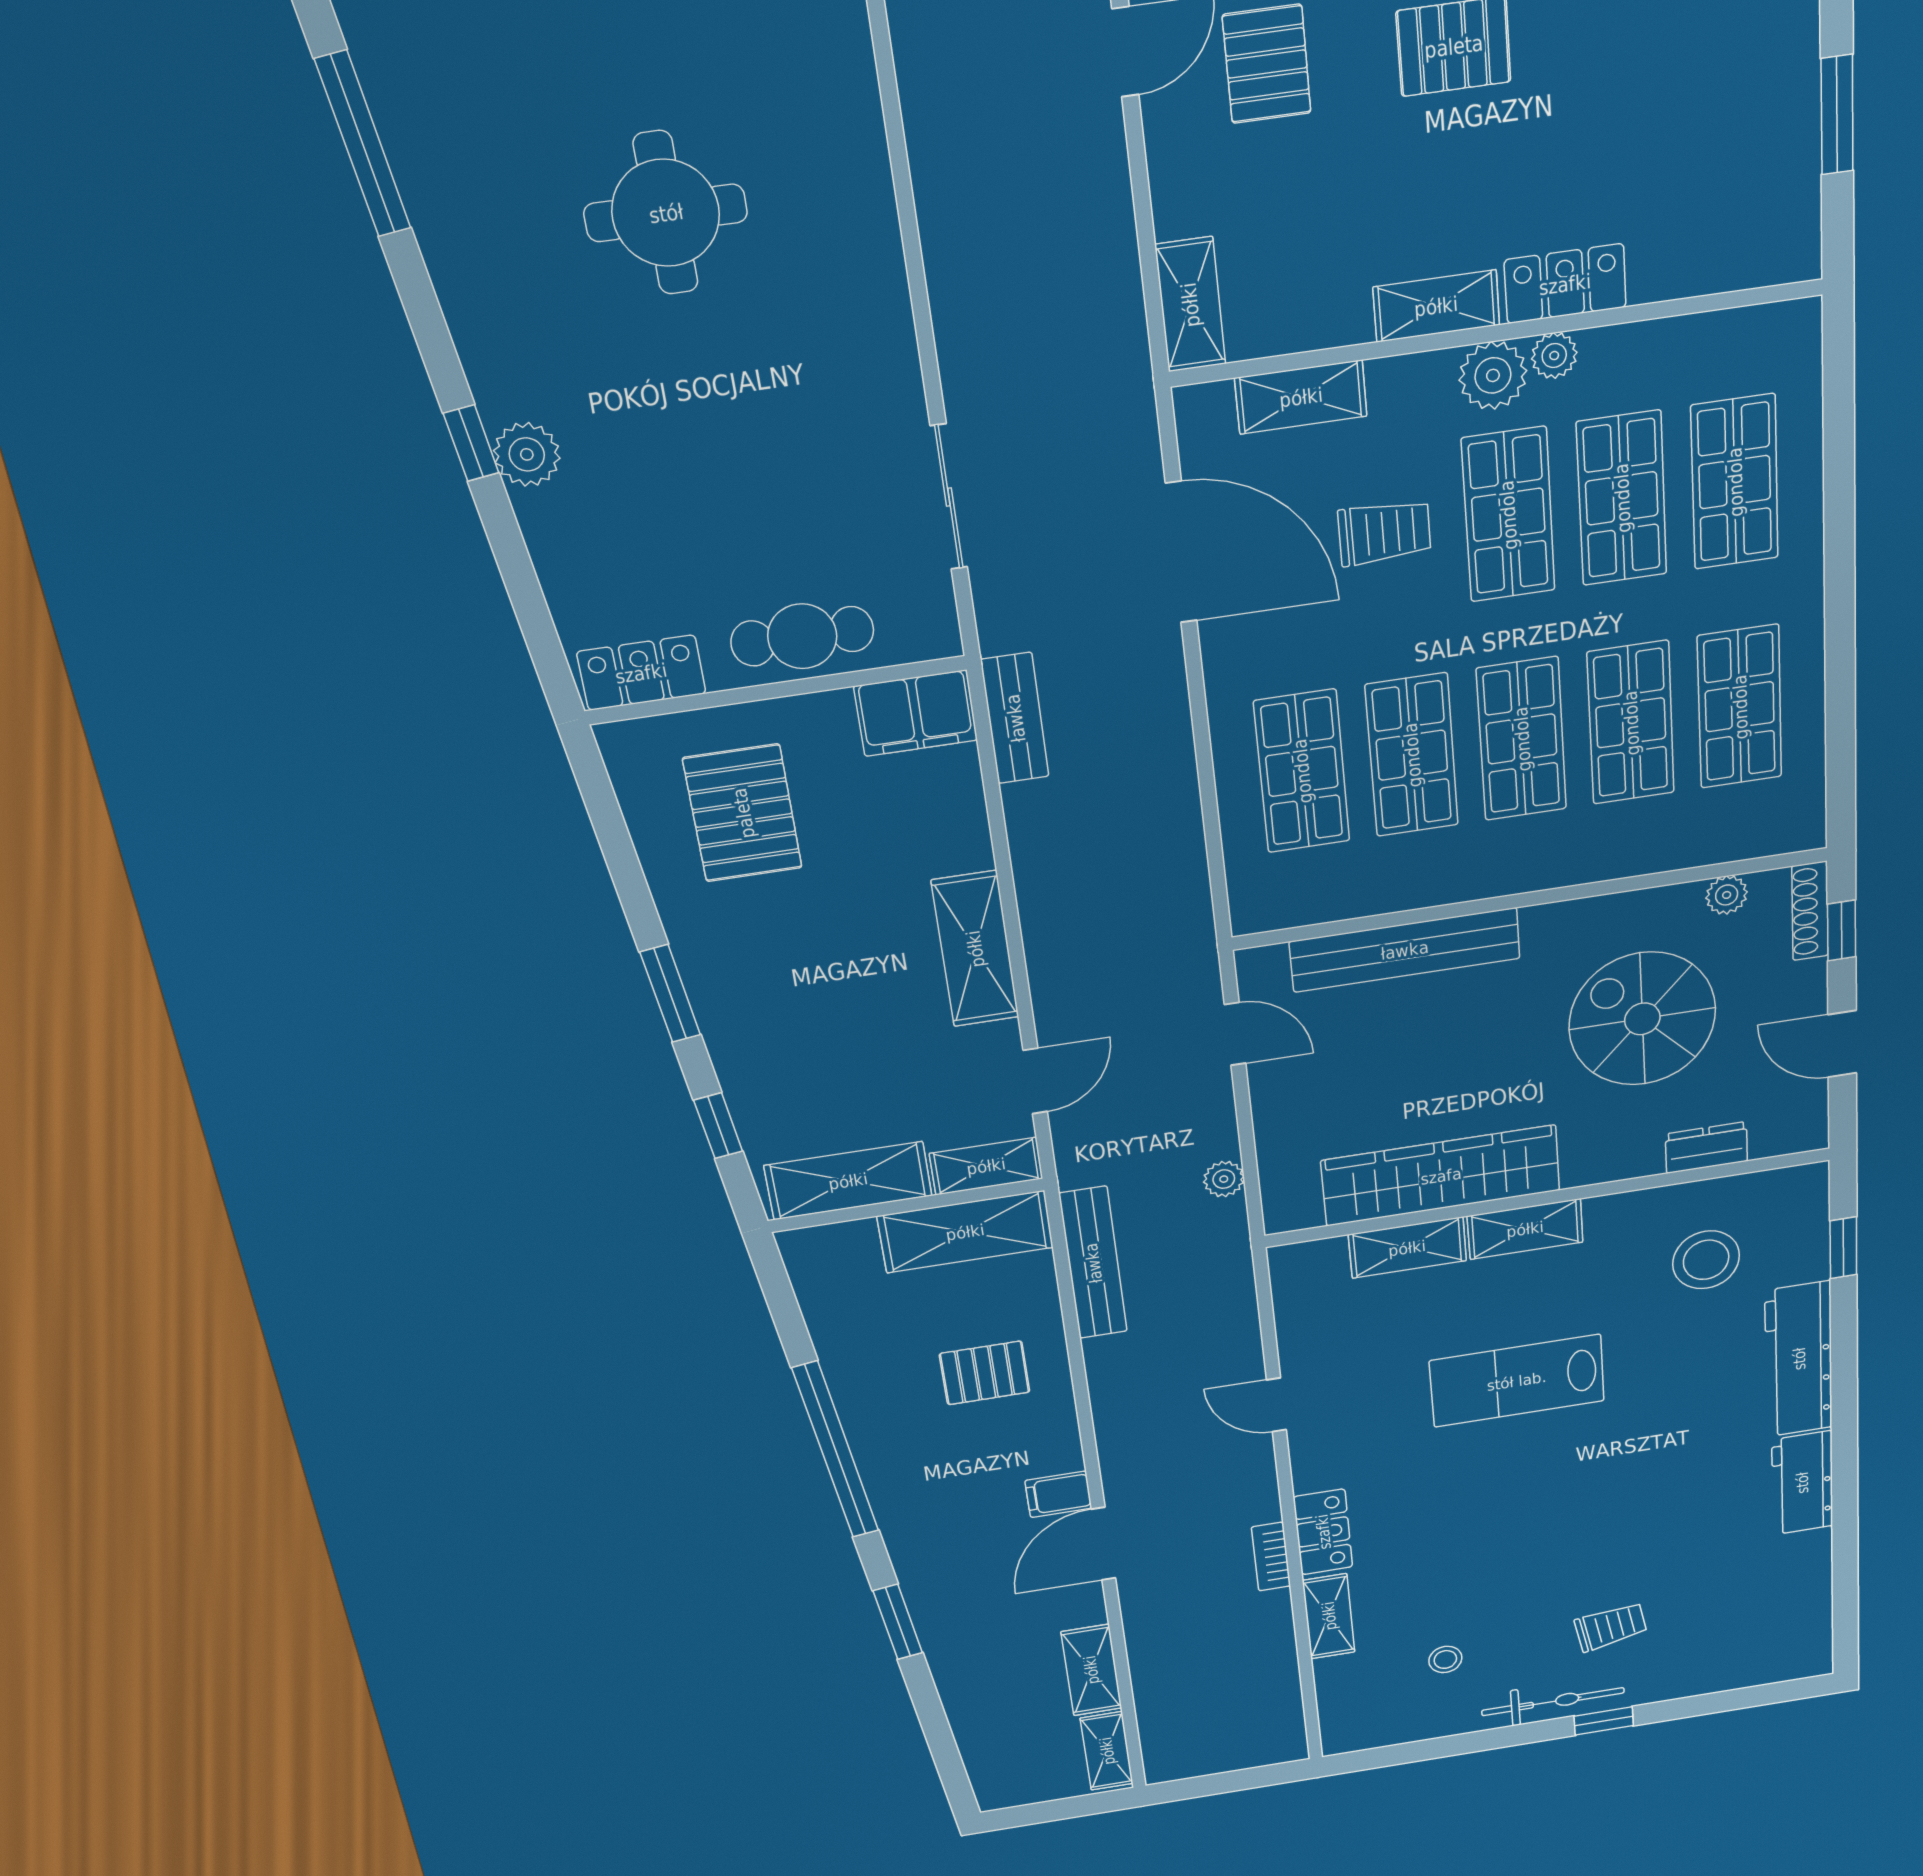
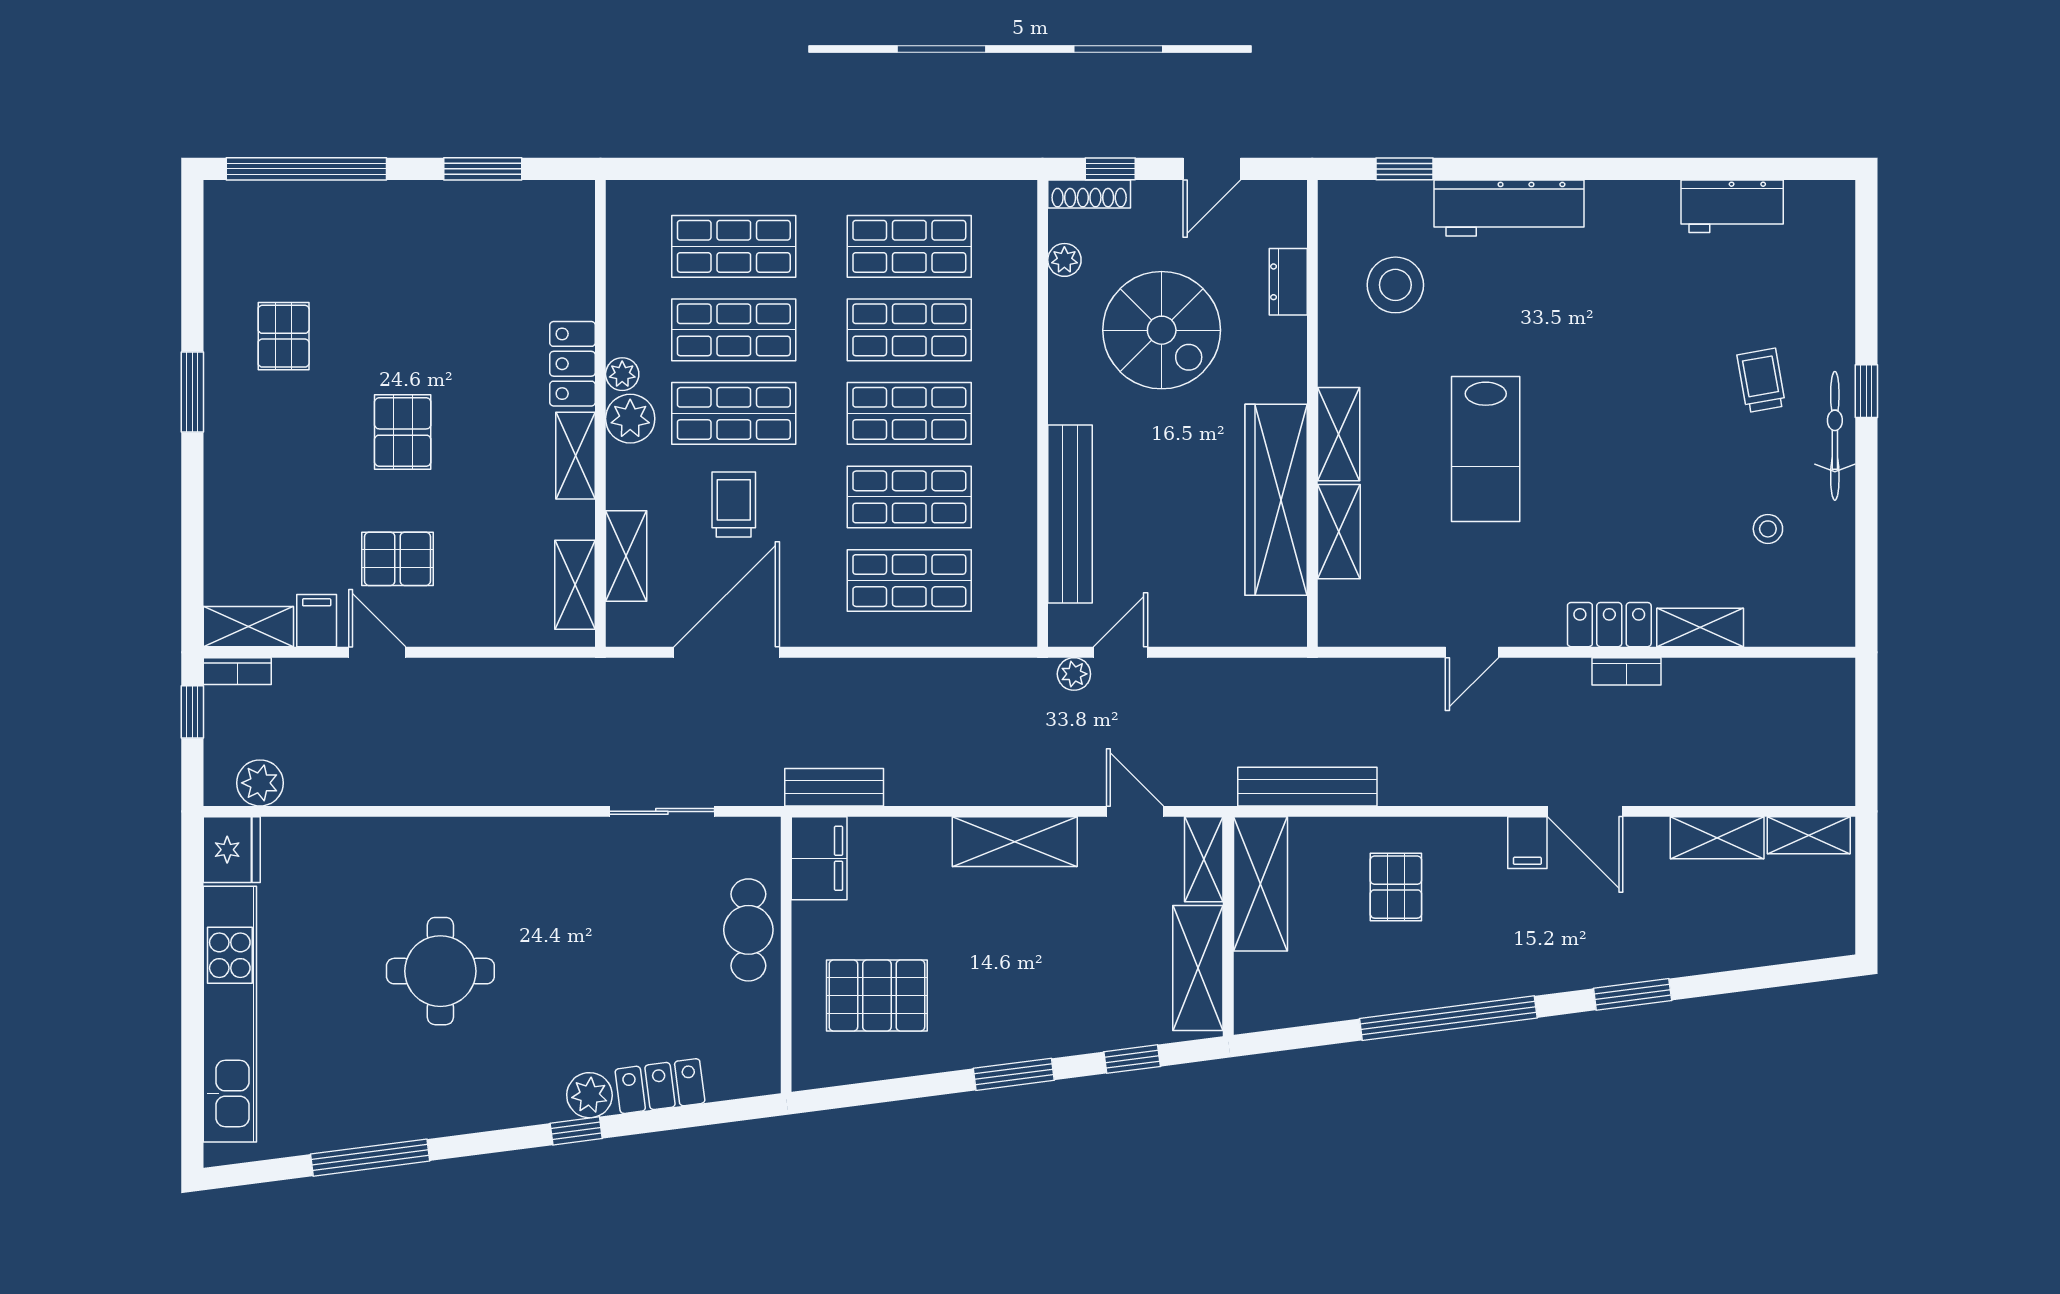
shelving: (1190, 305) -> (575, 585), moved, turned 90
locker: (641, 673) -> (660, 1086), moved, turned 83
spiral stairs: (1642, 1019) -> (1162, 330), turned -90
plant: (1224, 1179) -> (1074, 674), moved
workbench: (1802, 1483) -> (1732, 206), moved

